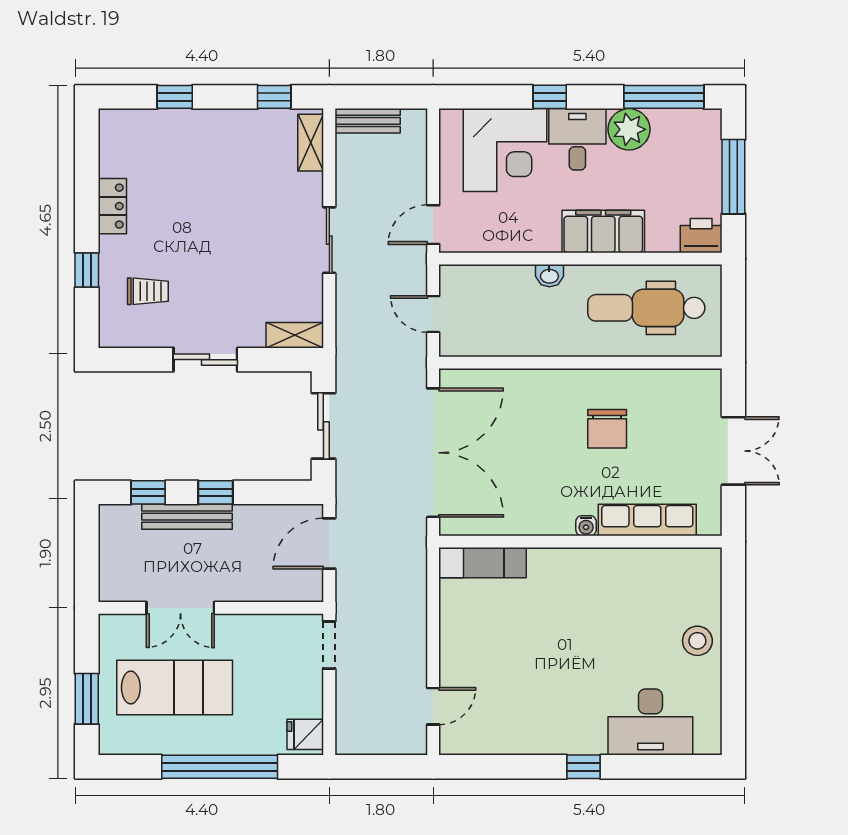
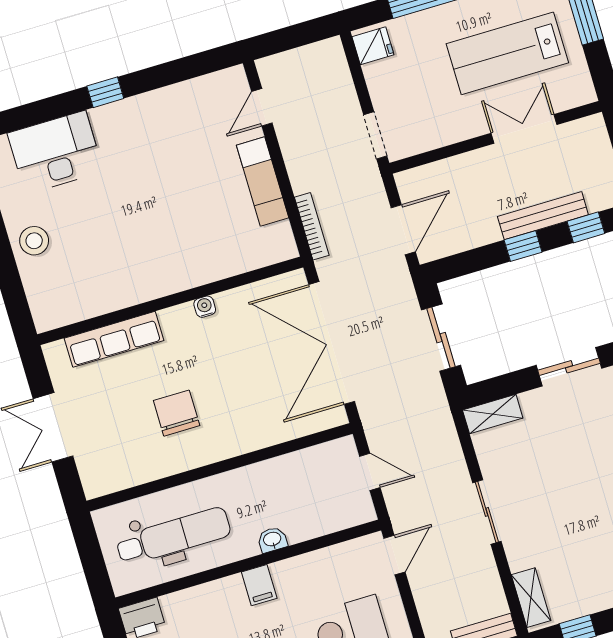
filing cabinet: (603, 231) -> (259, 585), width x0.33, depth x0.86
water cooler: (586, 526) -> (205, 307), moved
exam couch: (483, 563) -> (263, 181), moved, turned -90
bookcase: (419, 574) -> (312, 226), added

